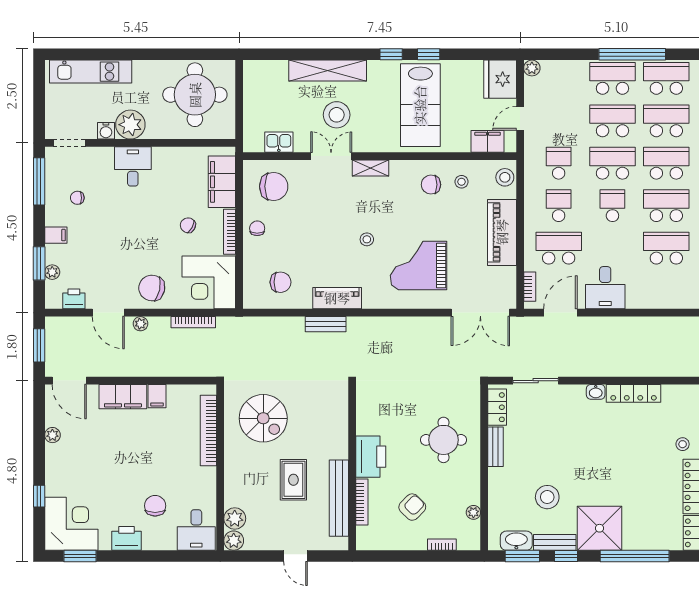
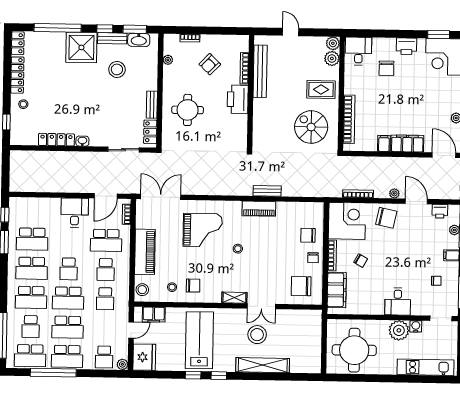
school desk: (559, 78) -> (104, 357), added
school desk: (666, 121) -> (31, 327), width x0.54
kitchen sink: (279, 142) -> (297, 316), removed
chair: (281, 282) -> (308, 235), moved
rug: (293, 480) -> (321, 90), moved, turned 90

